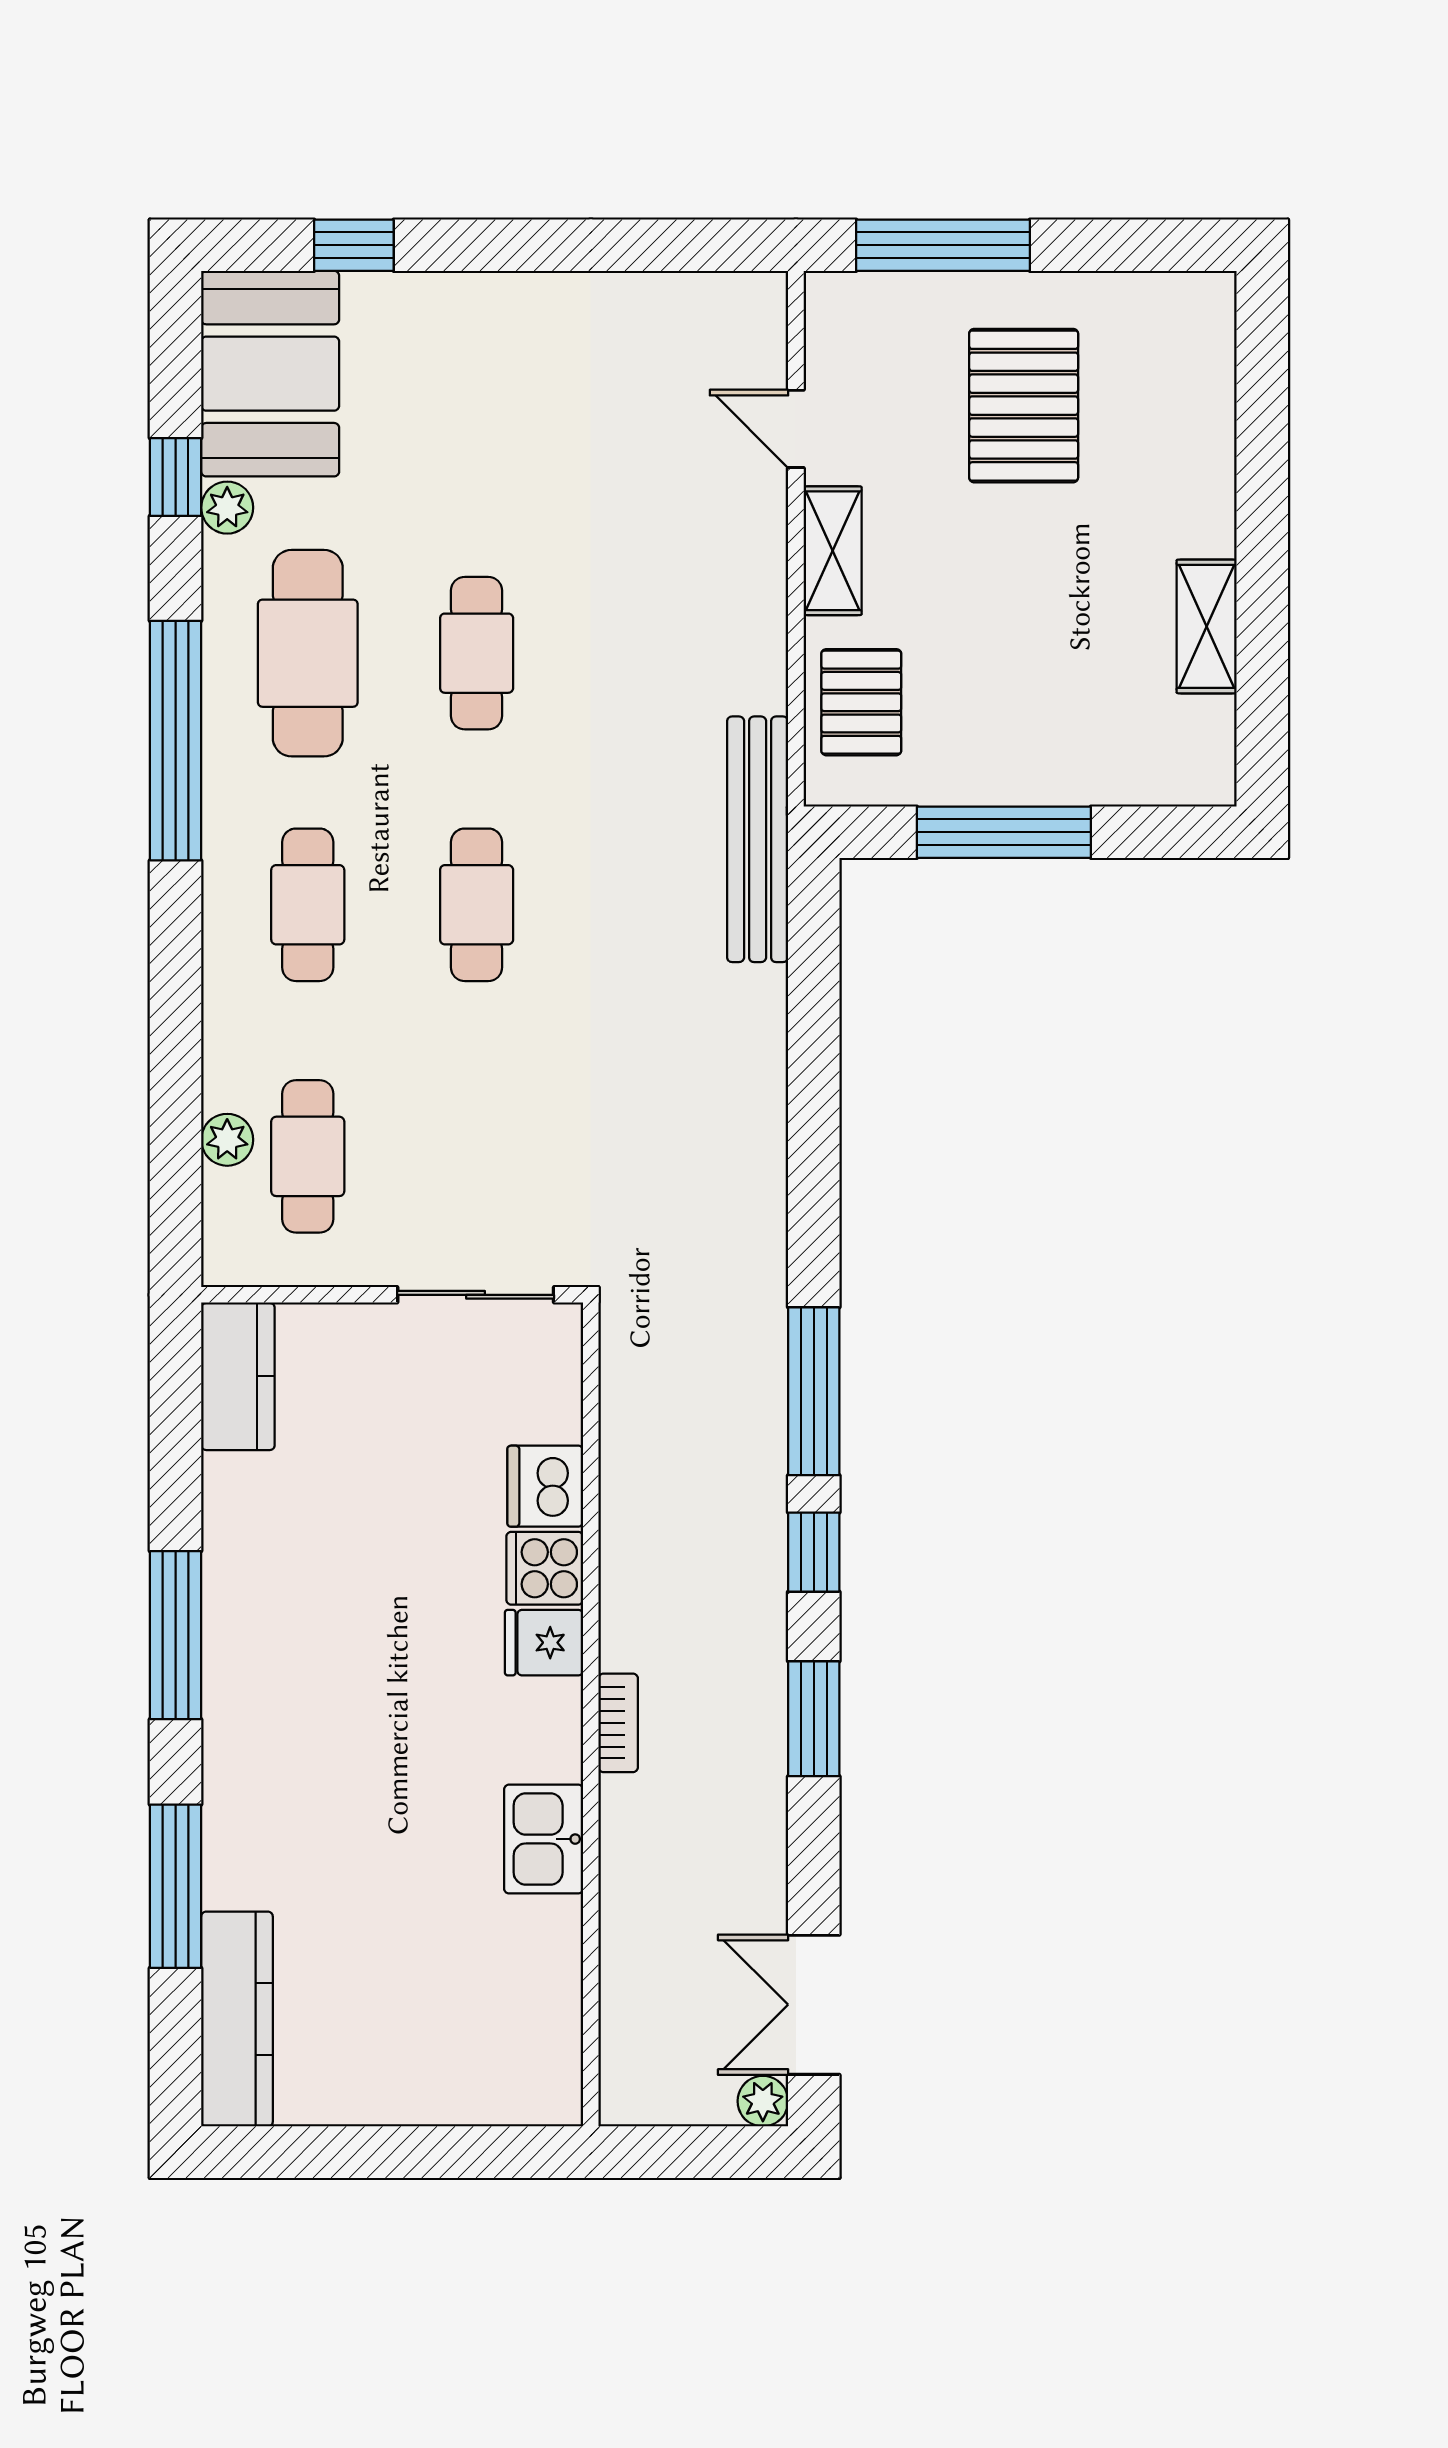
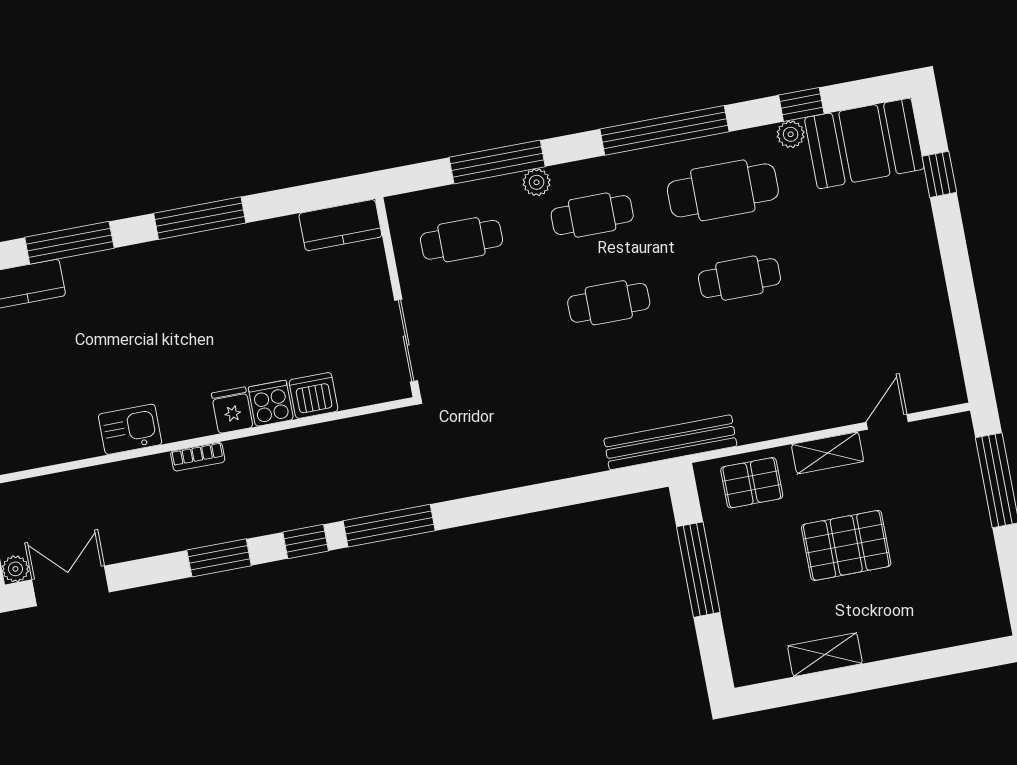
pallet: (1024, 406) -> (846, 545), moved
window: (176, 1063) -> (497, 162), added
plant: (227, 1140) -> (537, 182), moved

